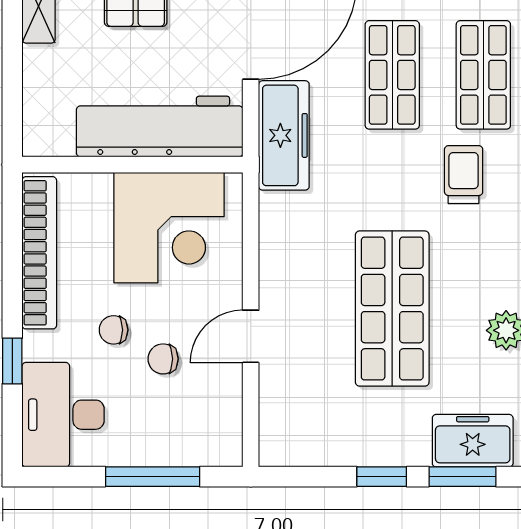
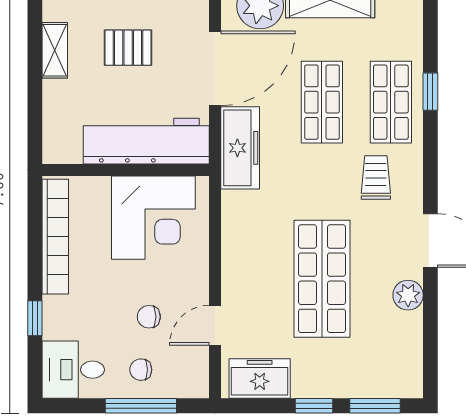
chair: (114, 330) -> (141, 370), moved
door: (251, 336) -> (215, 325), moved
desk: (63, 415) -> (73, 370), width x0.73
freezer: (473, 441) -> (260, 379), moved

